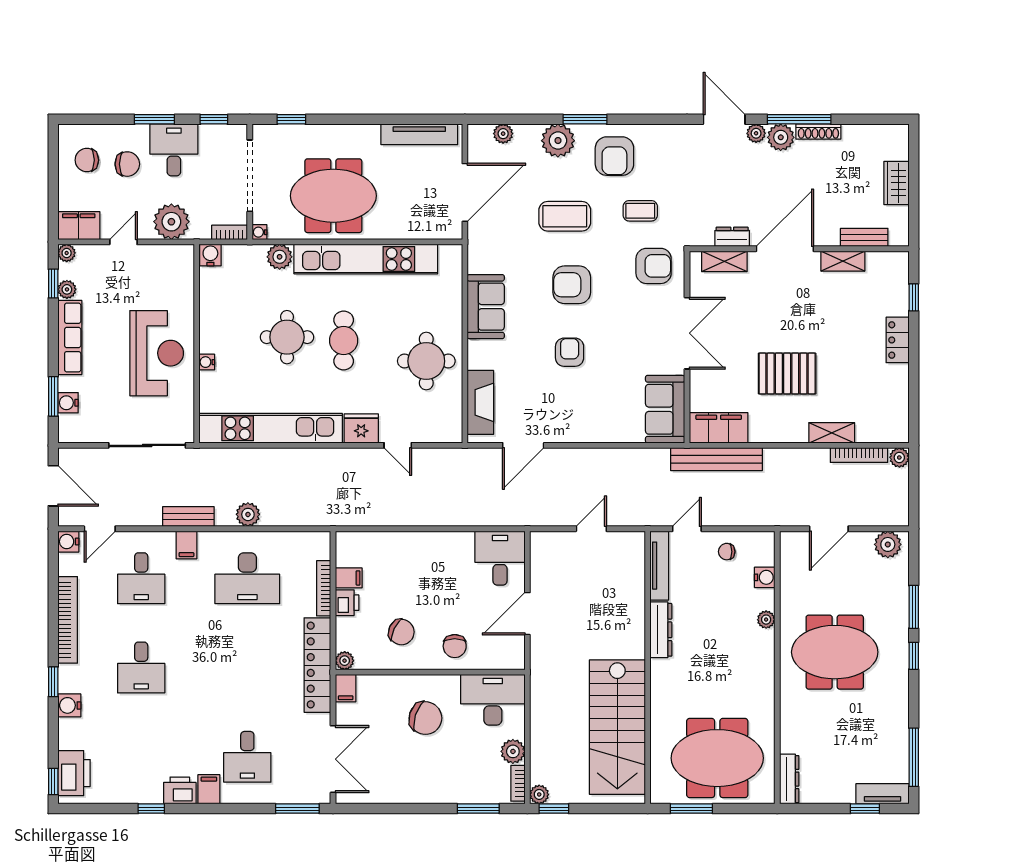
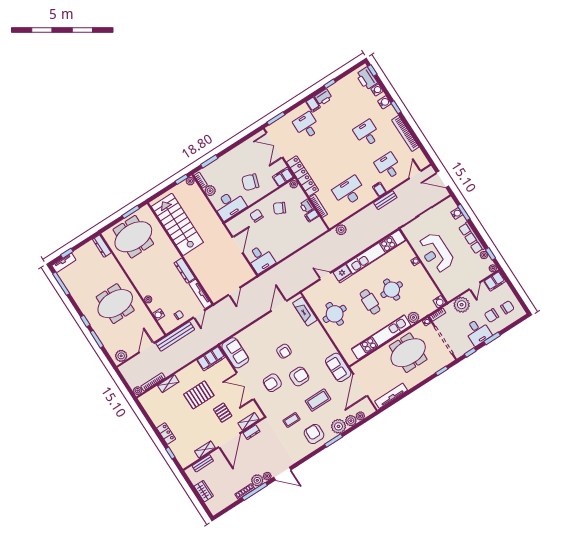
plant: (527, 136) -> (351, 421), added
armchair: (654, 266) -> (272, 383), moved
sofa: (486, 307) -> (338, 367), moved
pallet: (763, 310) -> (223, 413), added
bench: (716, 459) -> (175, 336), moved
plant: (248, 514) -> (341, 230), moved
water cooler: (68, 542) -> (377, 90), moved
filing cabinet: (346, 688) -> (283, 177), width x2.00

